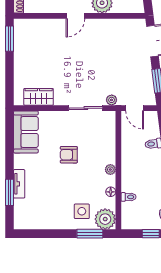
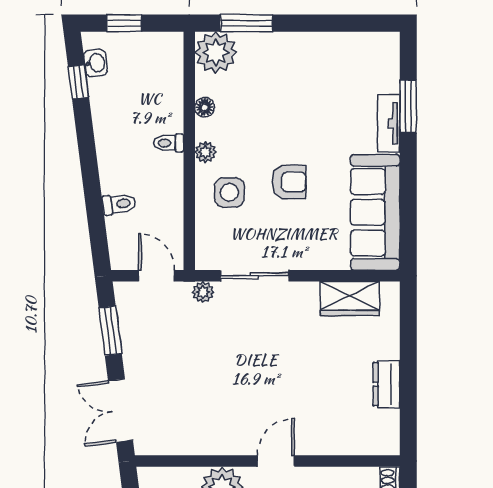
window: (9, 39) -> (408, 416), removed
dresser: (20, 54) -> (387, 384), added
sofa: (26, 132) -> (375, 212), width x1.36
toilet: (129, 197) -> (169, 143), moved
side table: (82, 211) -> (229, 192), moved

